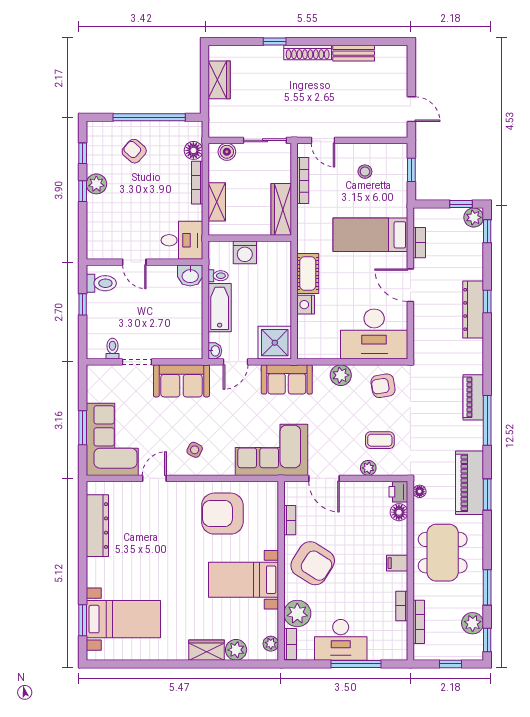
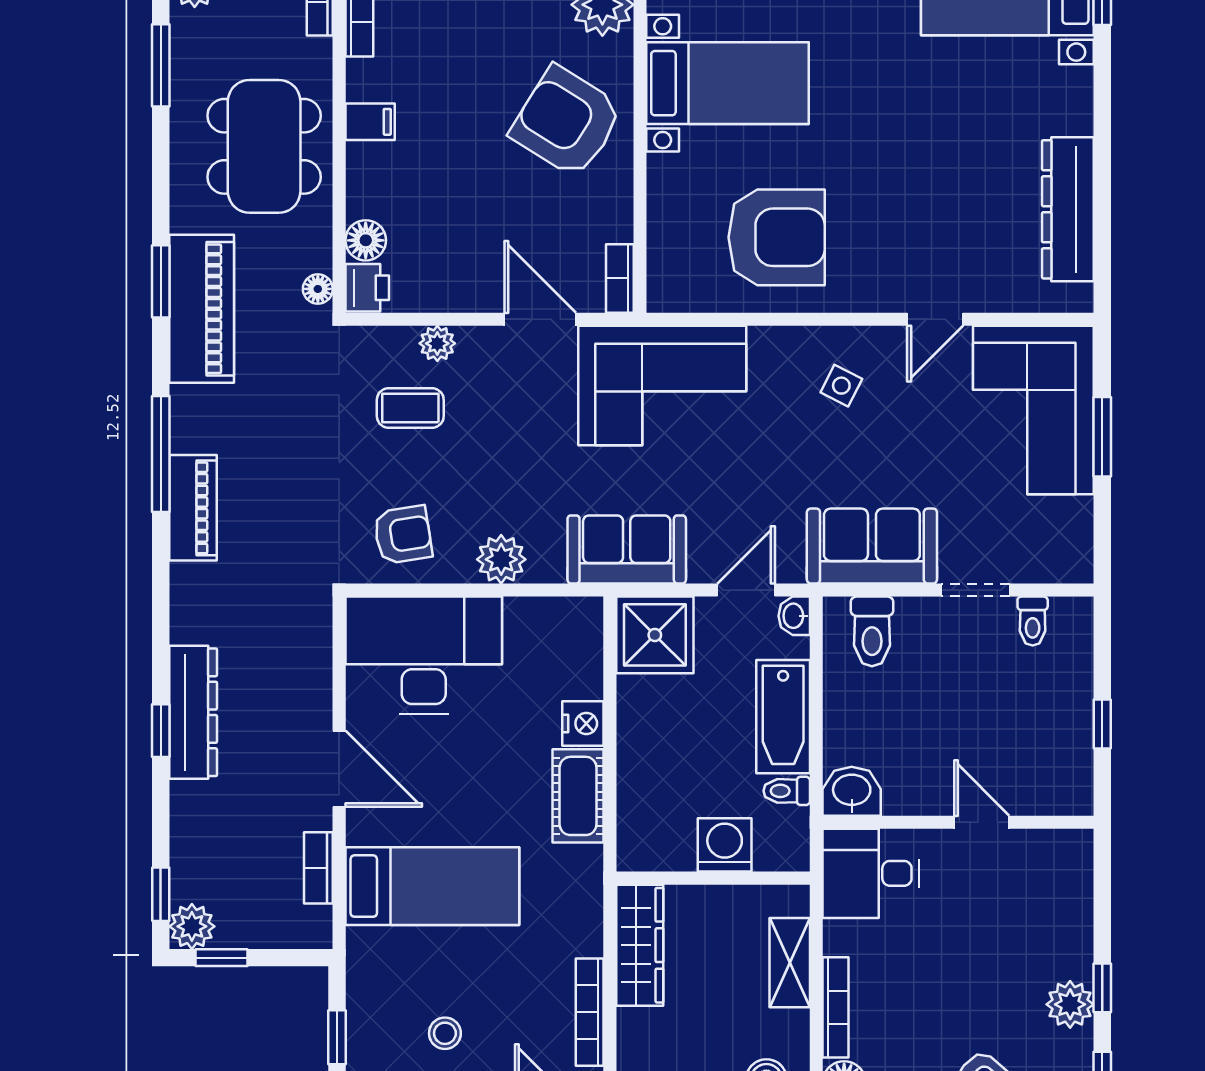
toilet: (101, 283) -> (872, 631), moved, turned -90
bookcase: (290, 520) -> (620, 278), moved

